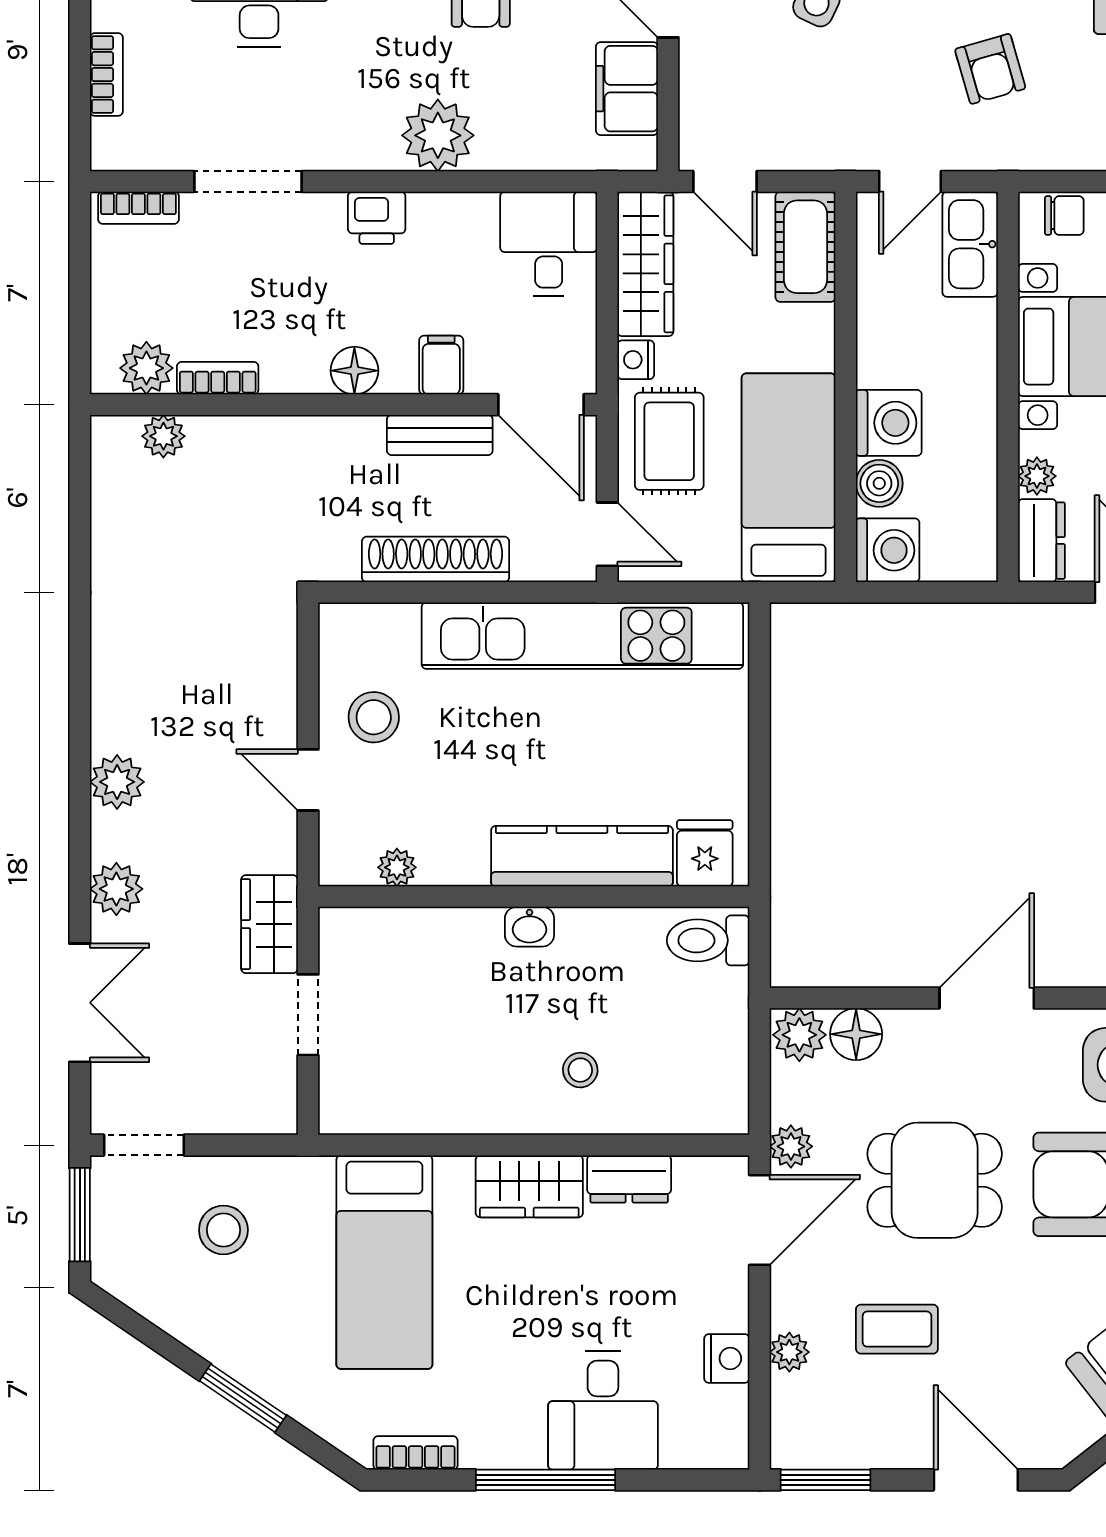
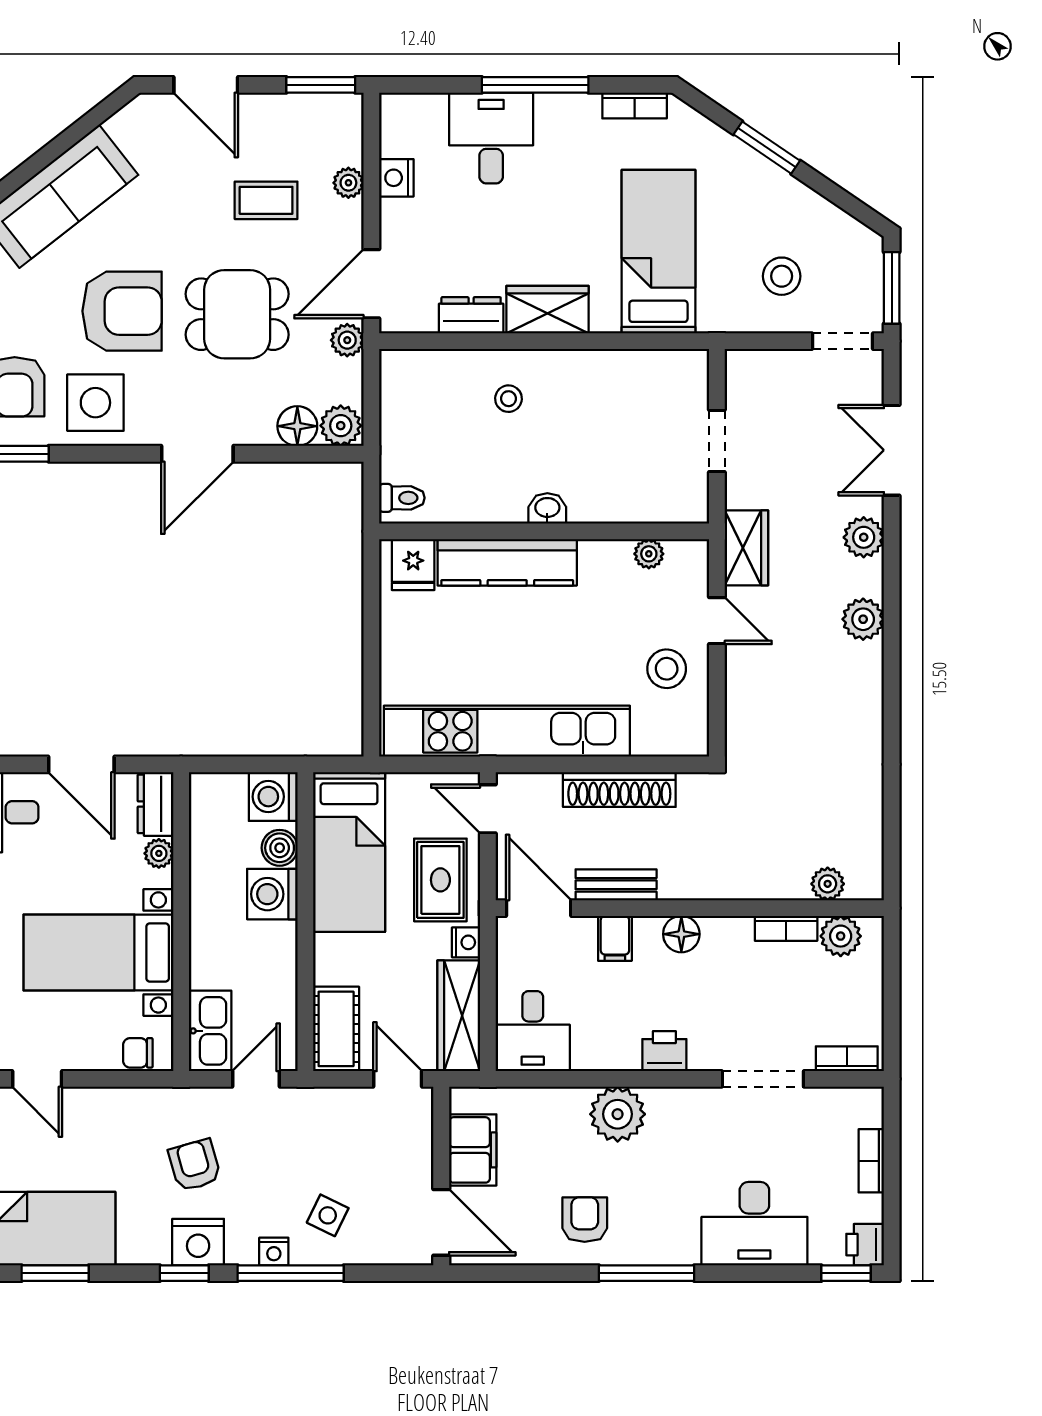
wardrobe: (269, 924) -> (746, 548), moved
toilet: (708, 940) -> (402, 498), width x0.73, depth x0.72

